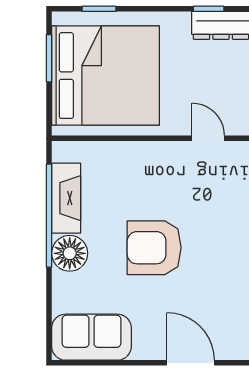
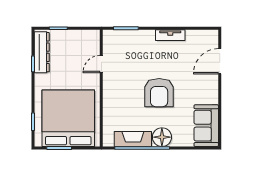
door: (190, 363) -> (220, 61), moved

